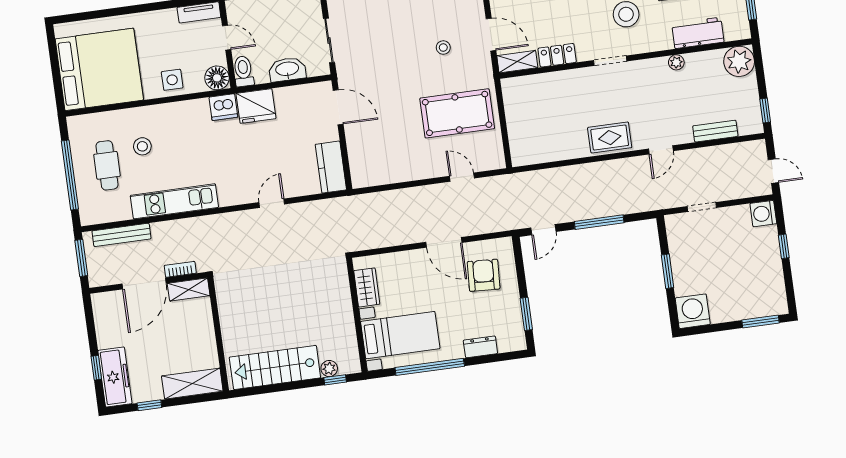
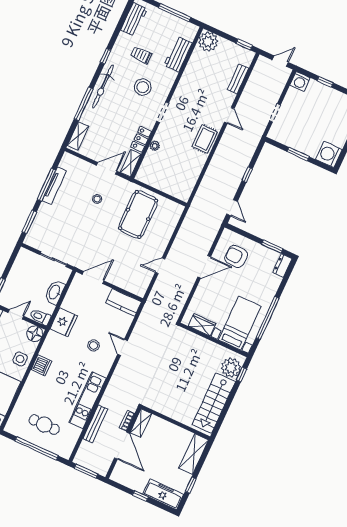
plant: (676, 62) -> (155, 146), moved
dishwasher: (223, 107) -> (42, 365), moved
stool: (142, 146) -> (94, 345), moved
door: (462, 177) -> (160, 266), moved
window: (599, 222) -> (247, 174), width x0.46
bench: (121, 235) -> (95, 424), moved
dresser: (480, 347) -> (282, 266), moved
window: (96, 368) -> (140, 496), moved
plant: (329, 368) -> (231, 368), width x1.88, depth x1.88

